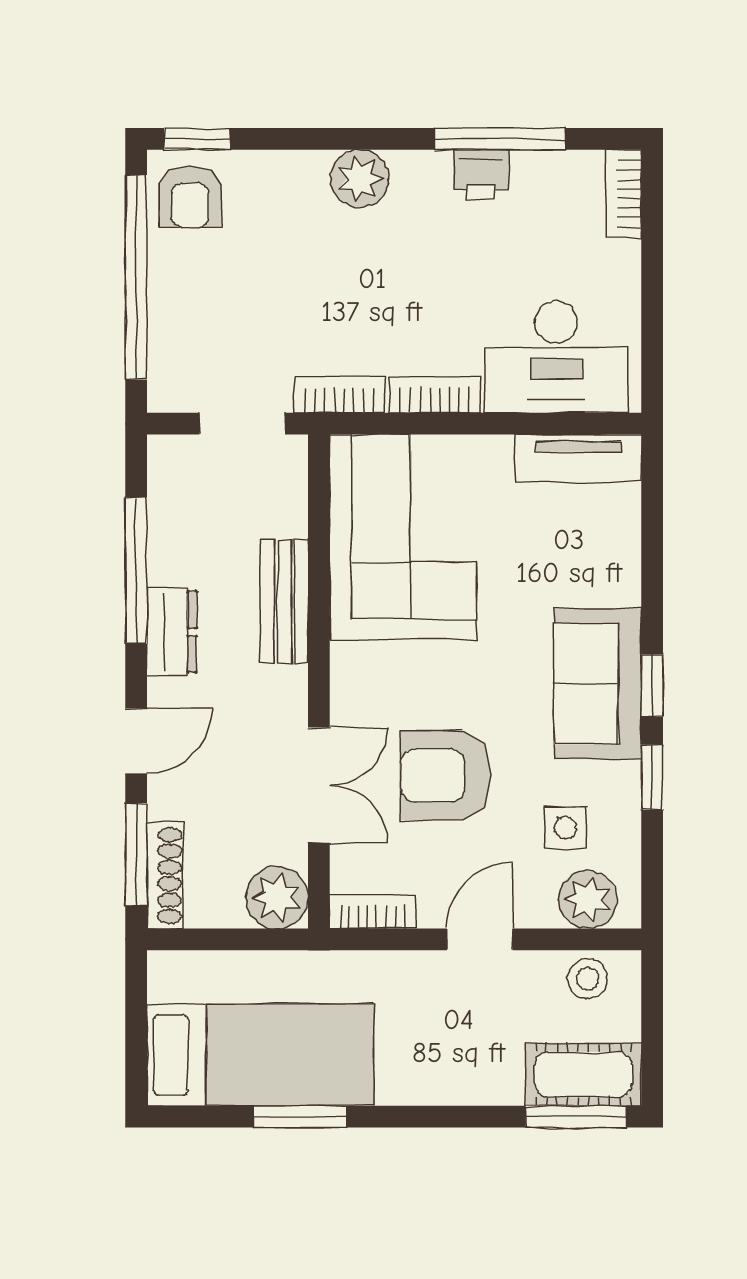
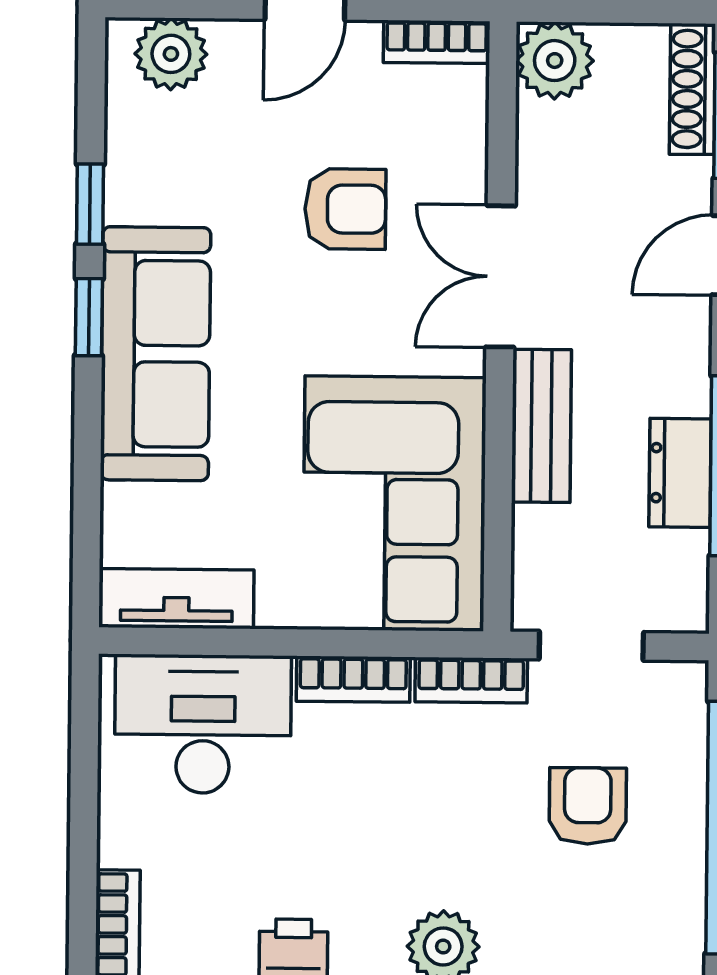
armchair: (190, 197) -> (588, 806), moved
dresser: (172, 632) -> (680, 473), moved
sofa: (598, 684) -> (156, 354), width x1.36
armchair: (445, 775) -> (345, 209), width x0.72, depth x0.72
double door: (319, 785) -> (501, 276), moved
side table: (565, 828) -> (198, 143), removed

